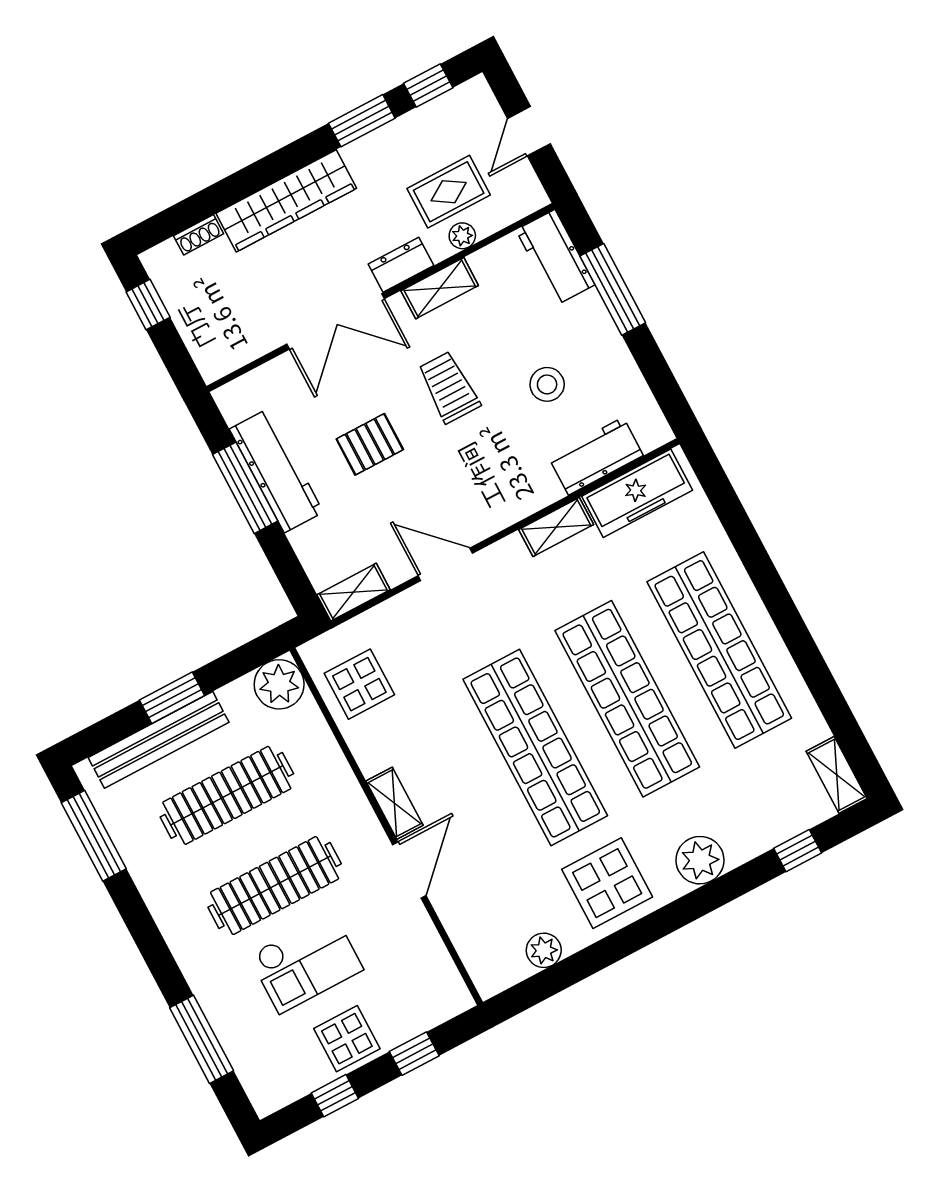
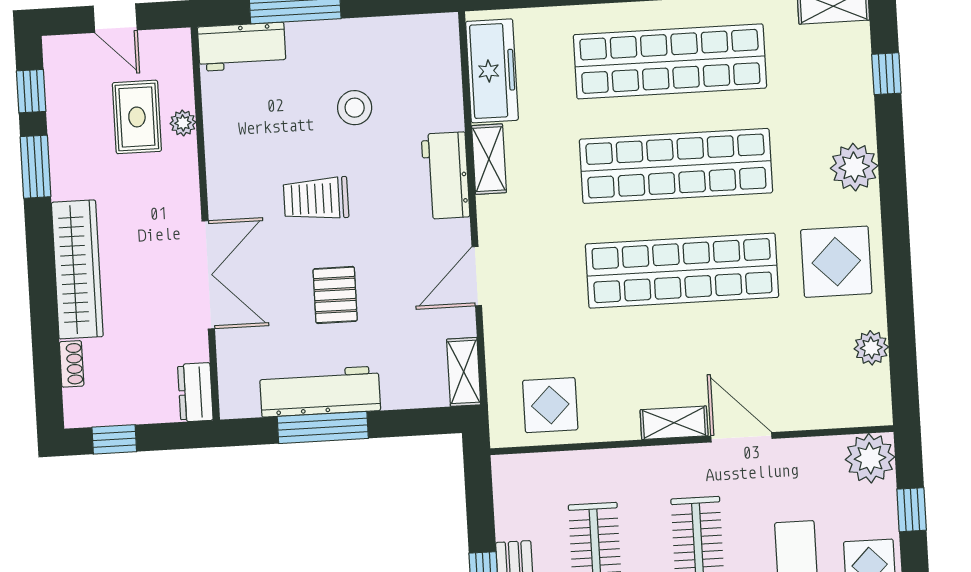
dresser: (401, 265) -> (195, 392), moved
shelving: (440, 288) -> (221, 166), removed
workbench: (596, 456) -> (445, 175), moved
plant: (279, 684) -> (870, 458), moved

